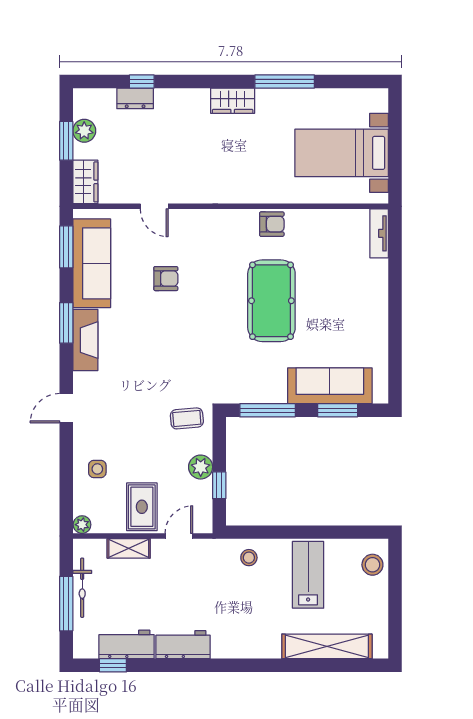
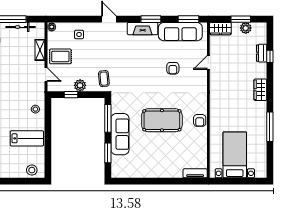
wardrobe: (233, 101) -> (260, 90), moved
sofa: (330, 386) -> (120, 134), moved

